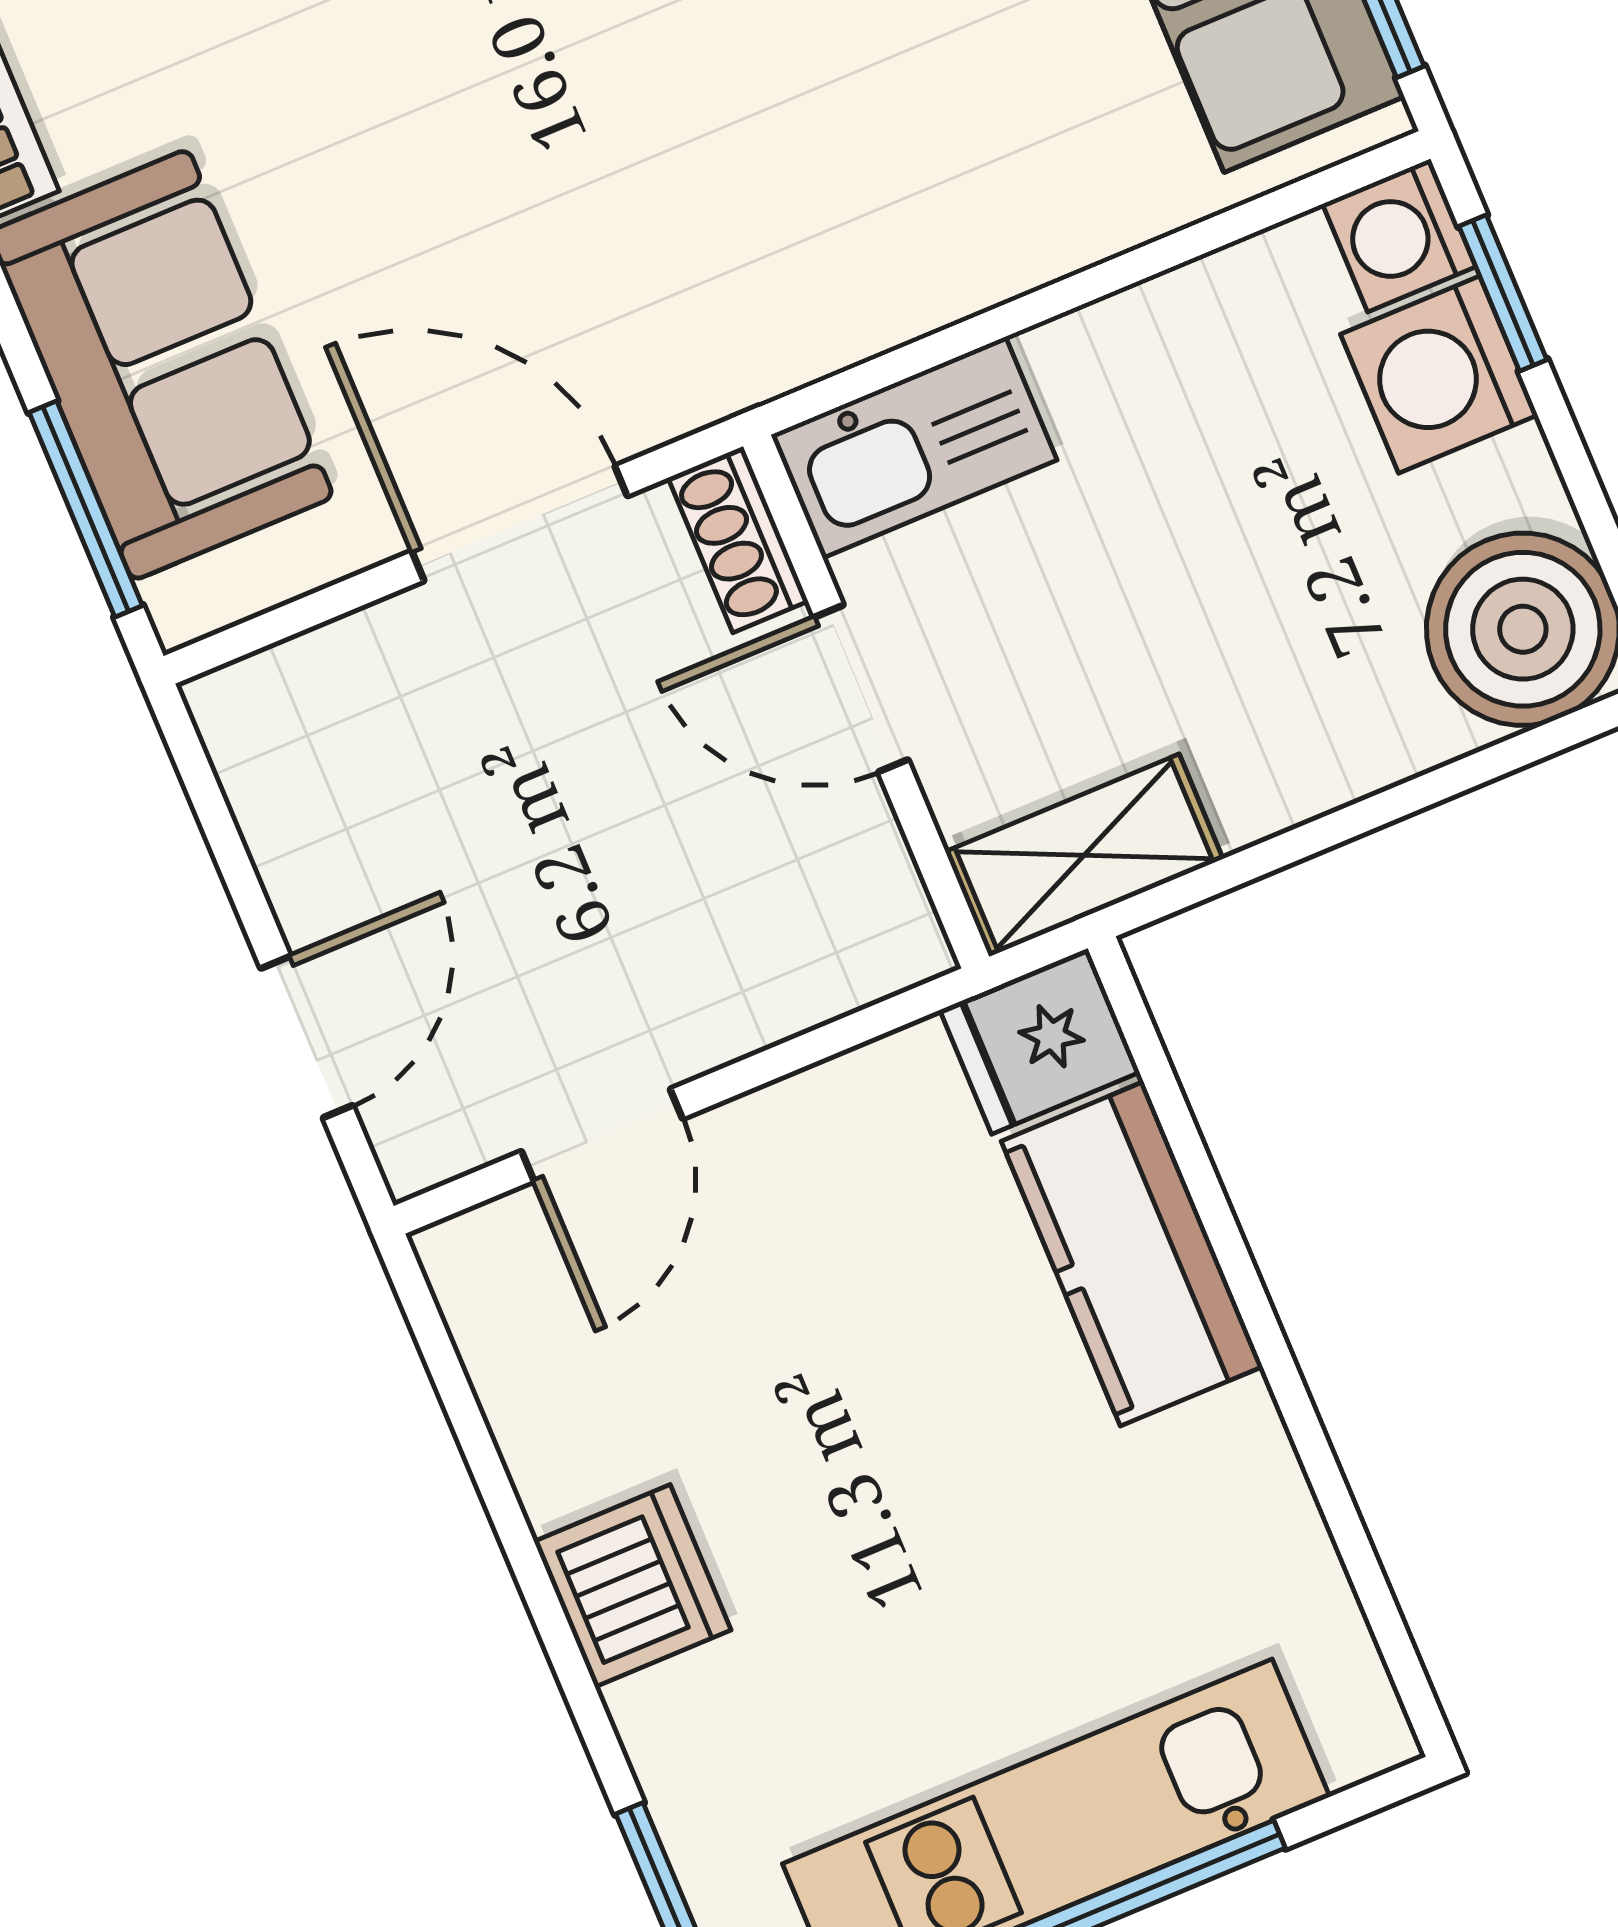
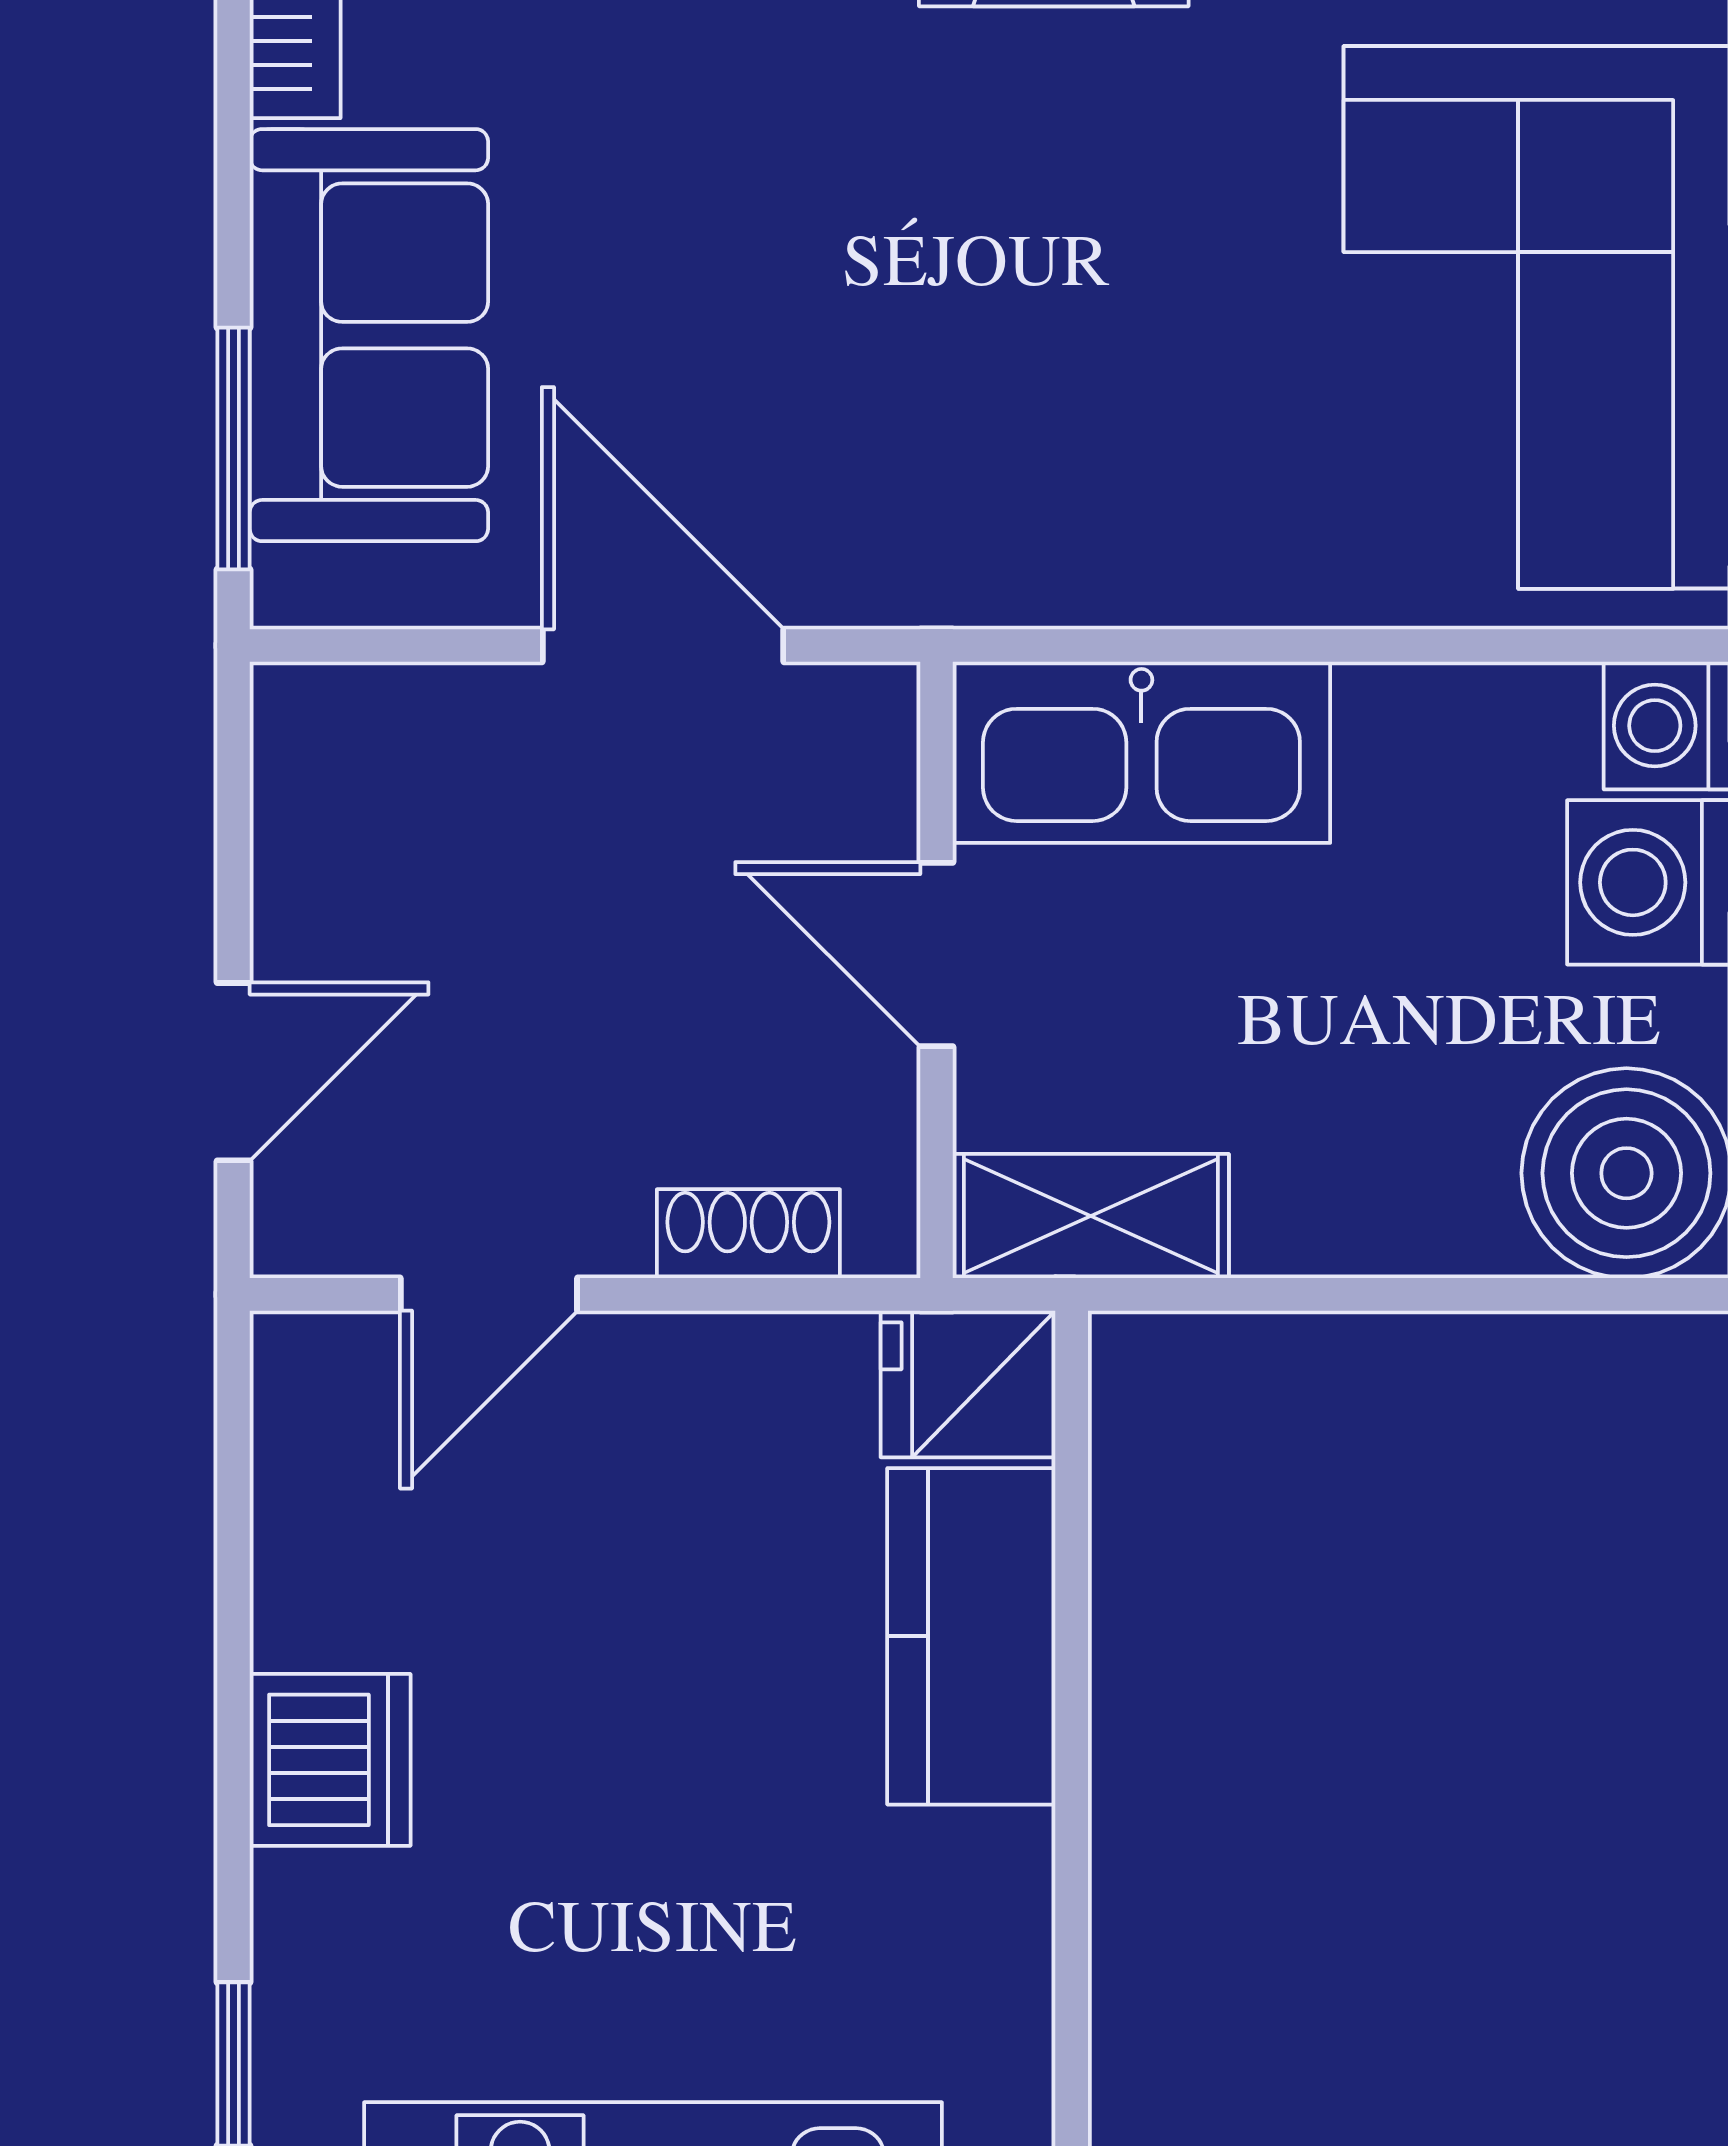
kitchen sink: (914, 447) -> (1141, 752), width x1.36, depth x1.24
shoe rack: (738, 539) -> (748, 1234), moved, turned 90

